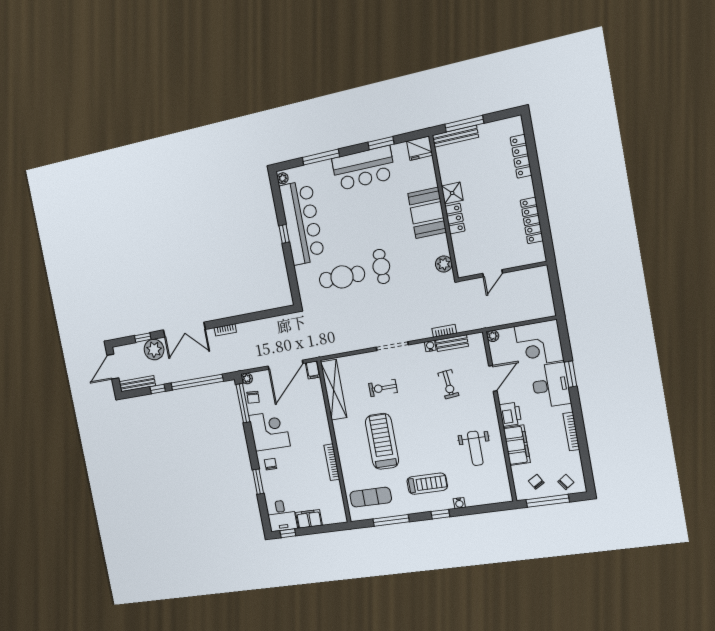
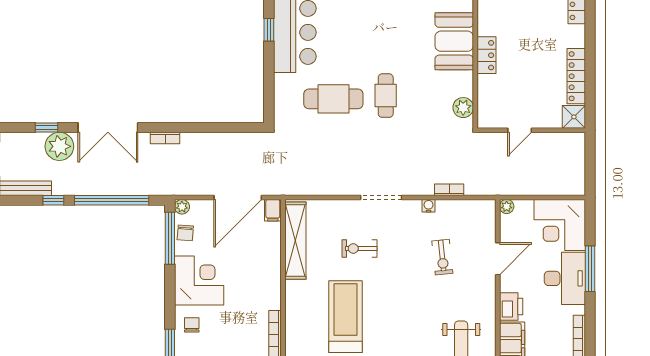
shower: (452, 193) -> (574, 117), moved
bench: (452, 343) -> (456, 207), removed
window: (571, 374) -> (590, 269), width x1.44

